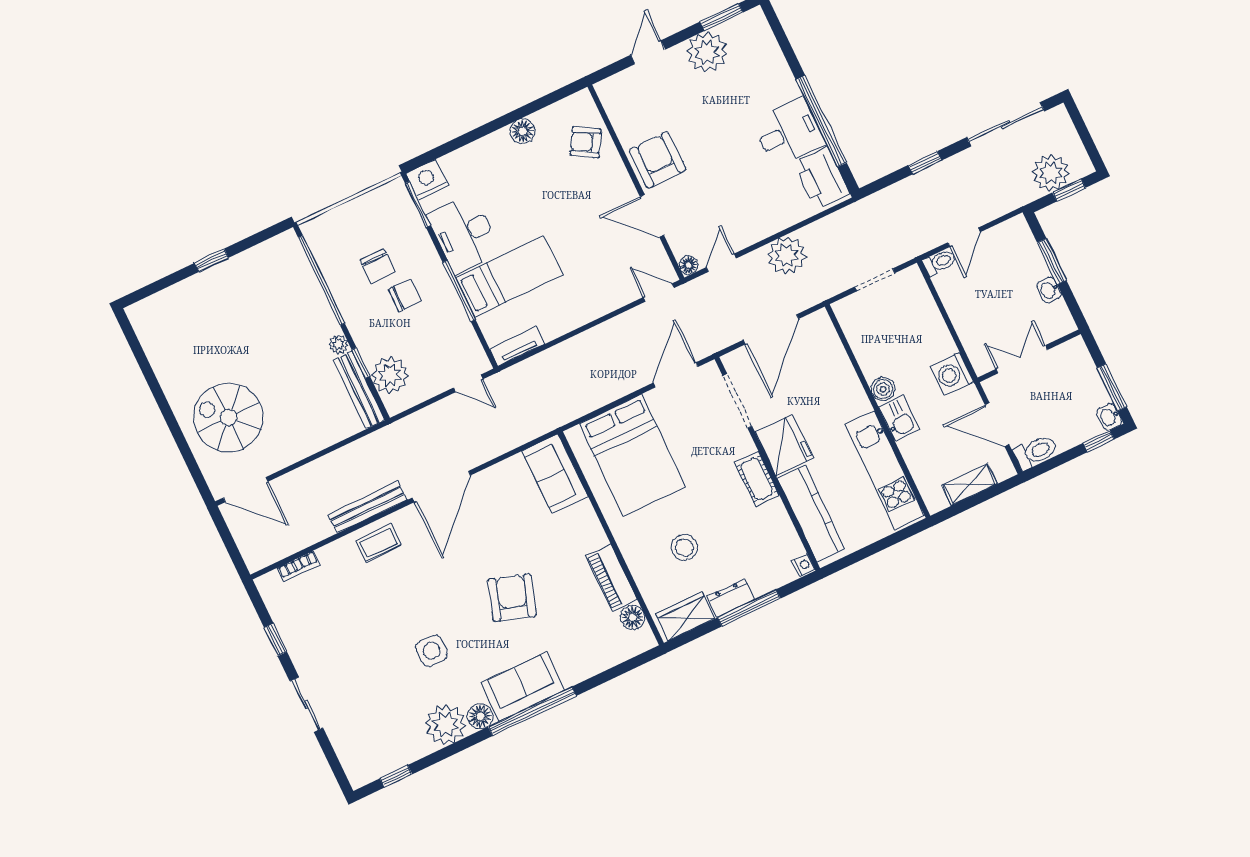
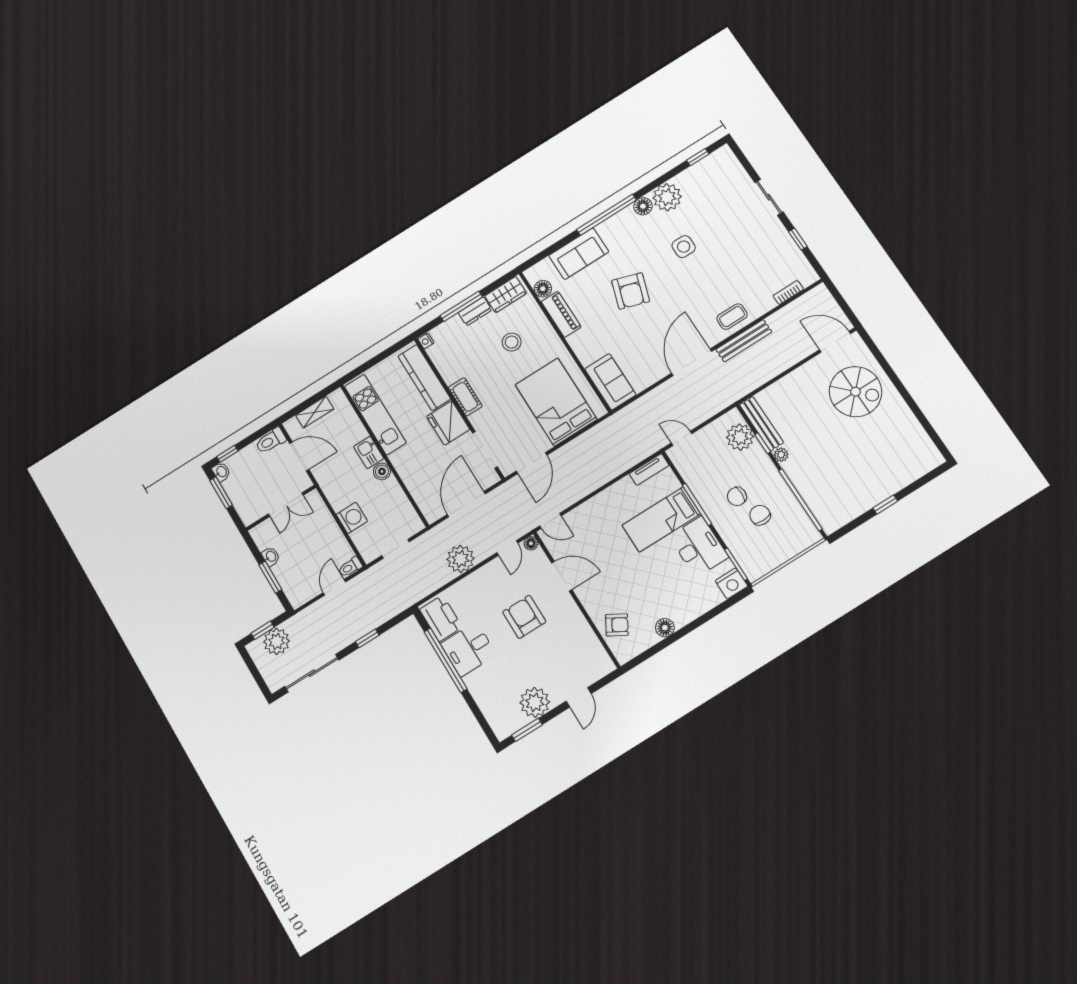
armchair: (658, 160) -> (524, 617), moved, turned 180
washing machine: (952, 374) -> (352, 518), moved
sofa: (523, 687) -> (579, 254), moved

